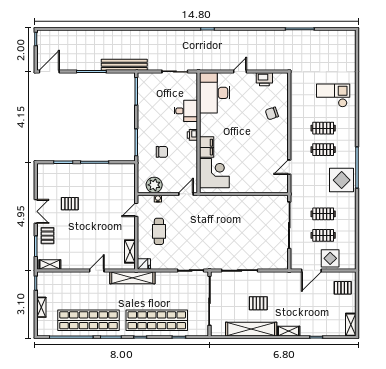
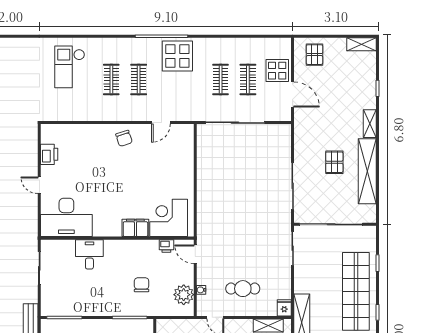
chair: (272, 113) -> (124, 138), moved
printer: (192, 135) -> (166, 246), moved
door: (289, 167) -> (161, 123), hinge flipped

